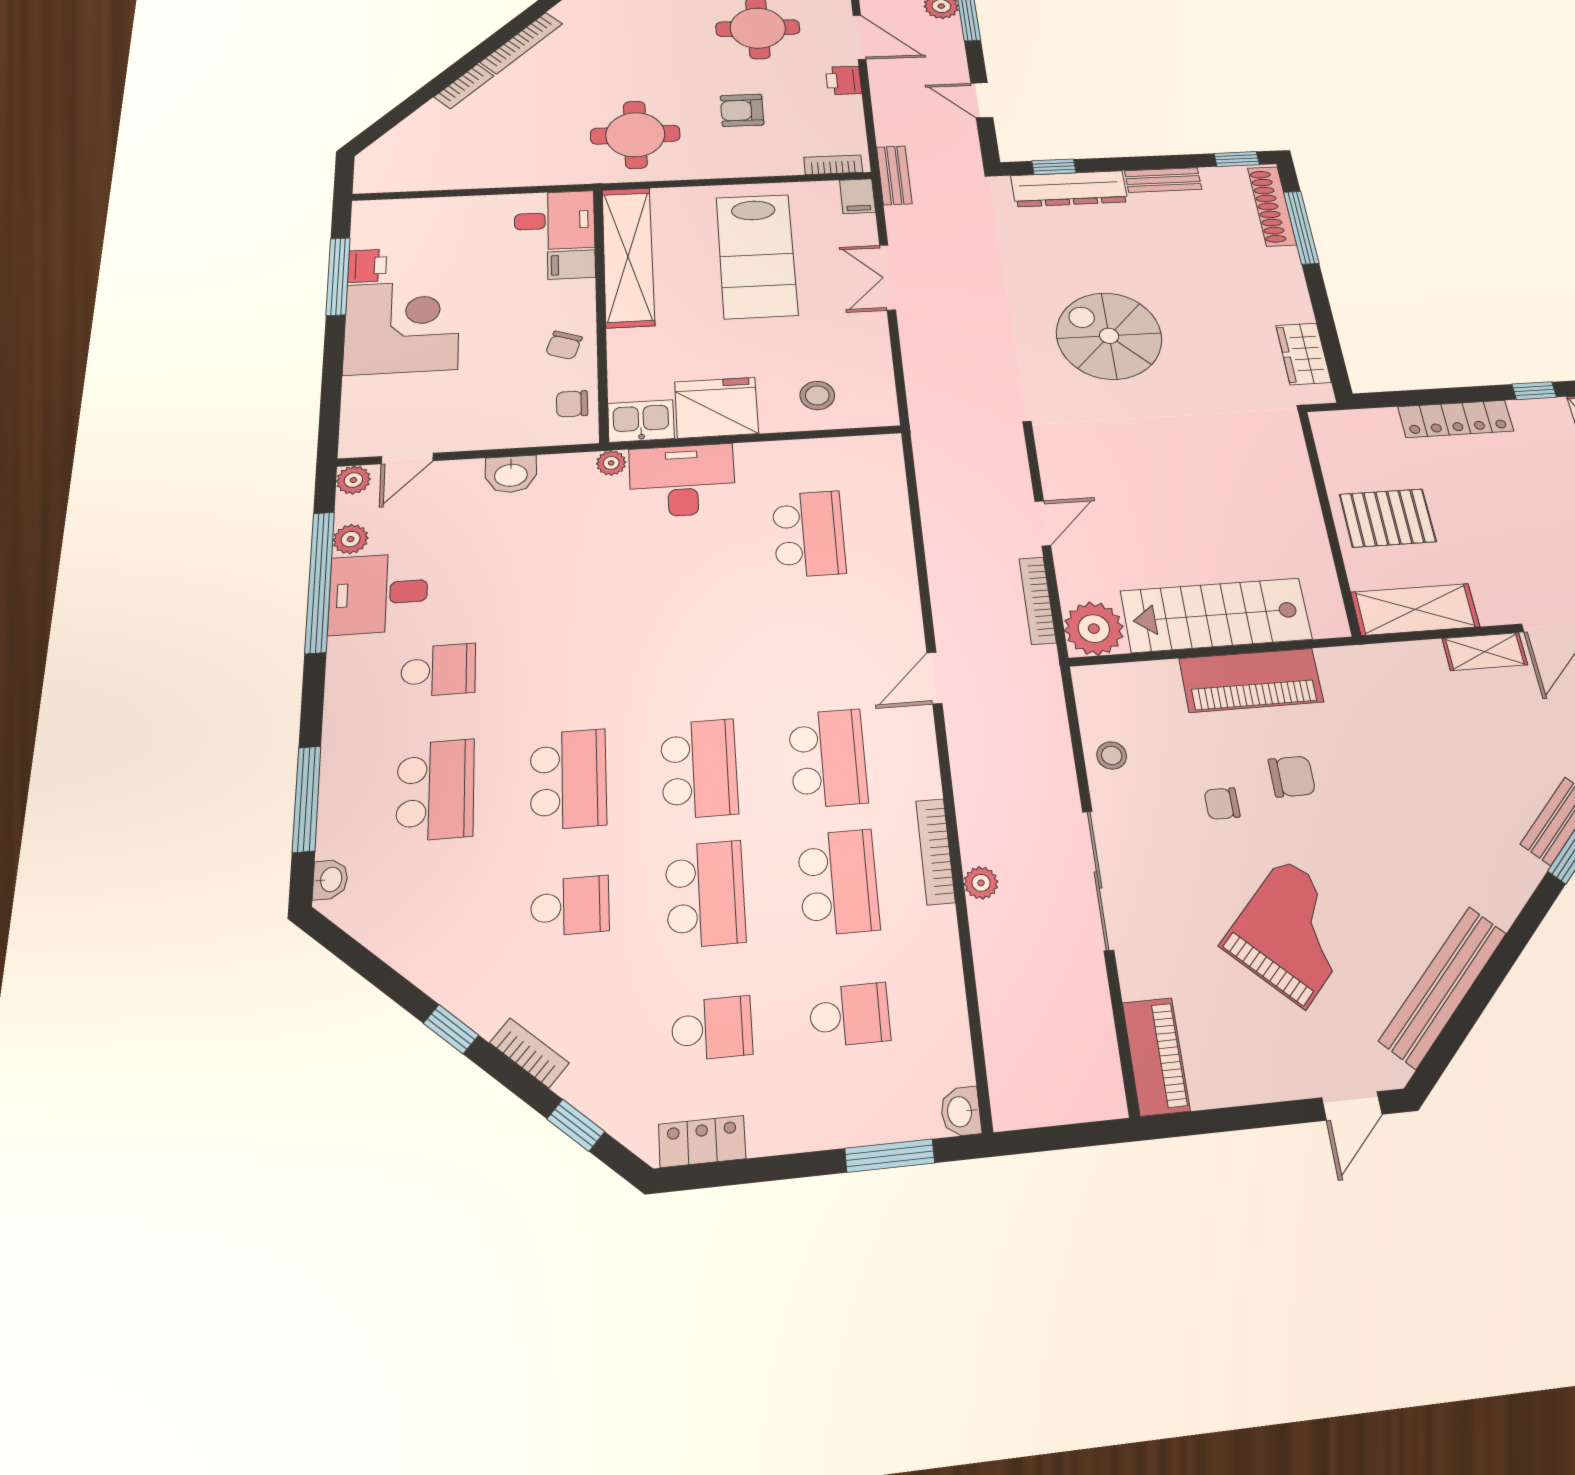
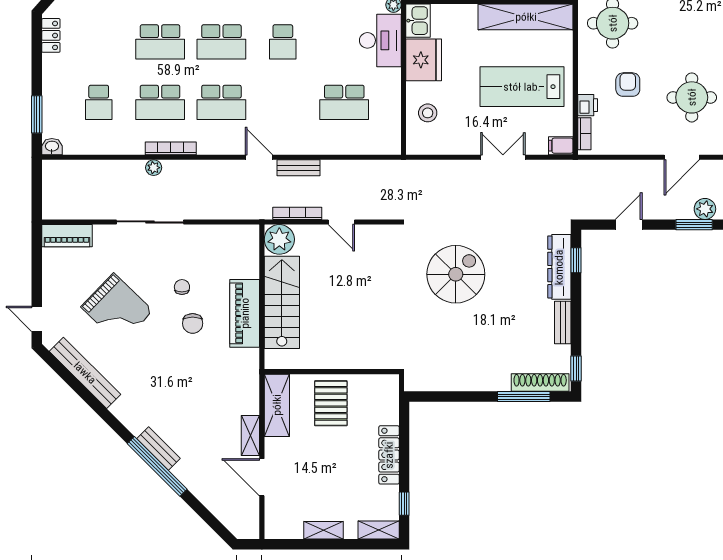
printer: (844, 80) -> (588, 105), moved, turned 90
bench: (894, 175) -> (298, 168), moved
wardrobe: (1303, 354) -> (437, 380), removed
stool: (1112, 755) -> (211, 238), removed
school desk: (712, 1028) -> (283, 42), moved

